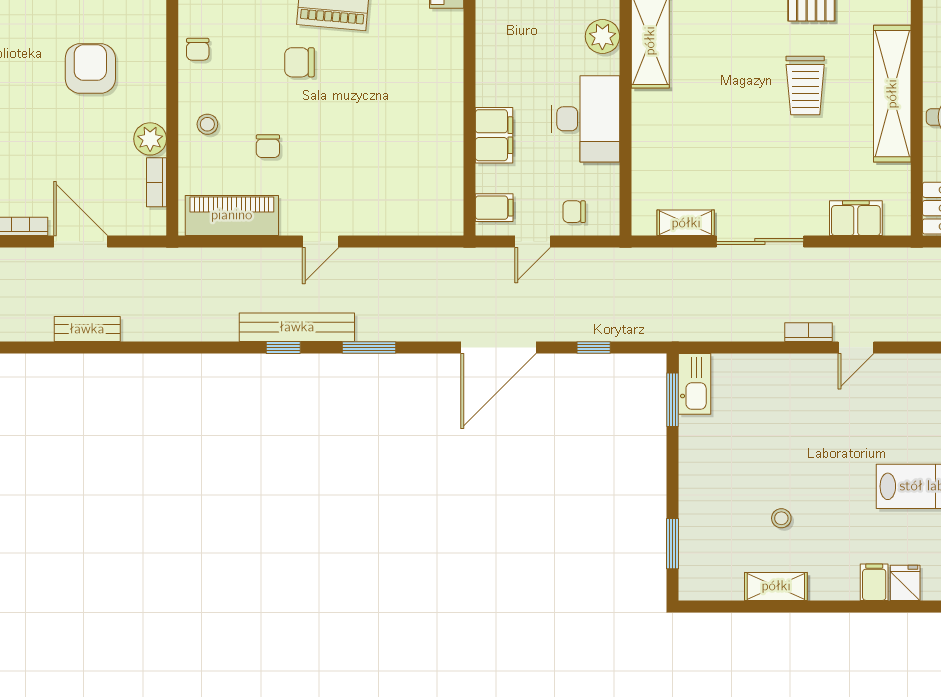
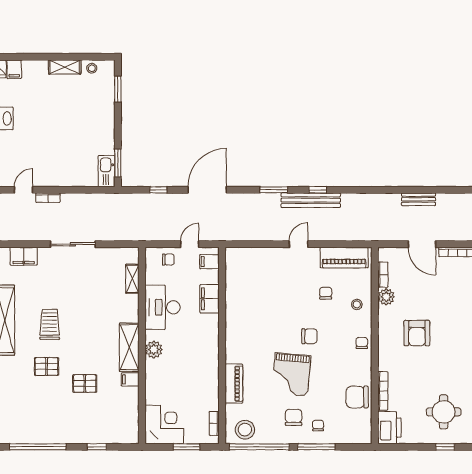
shelving: (686, 223) -> (132, 279), moved, turned 90
stool: (781, 518) -> (92, 68), moved

